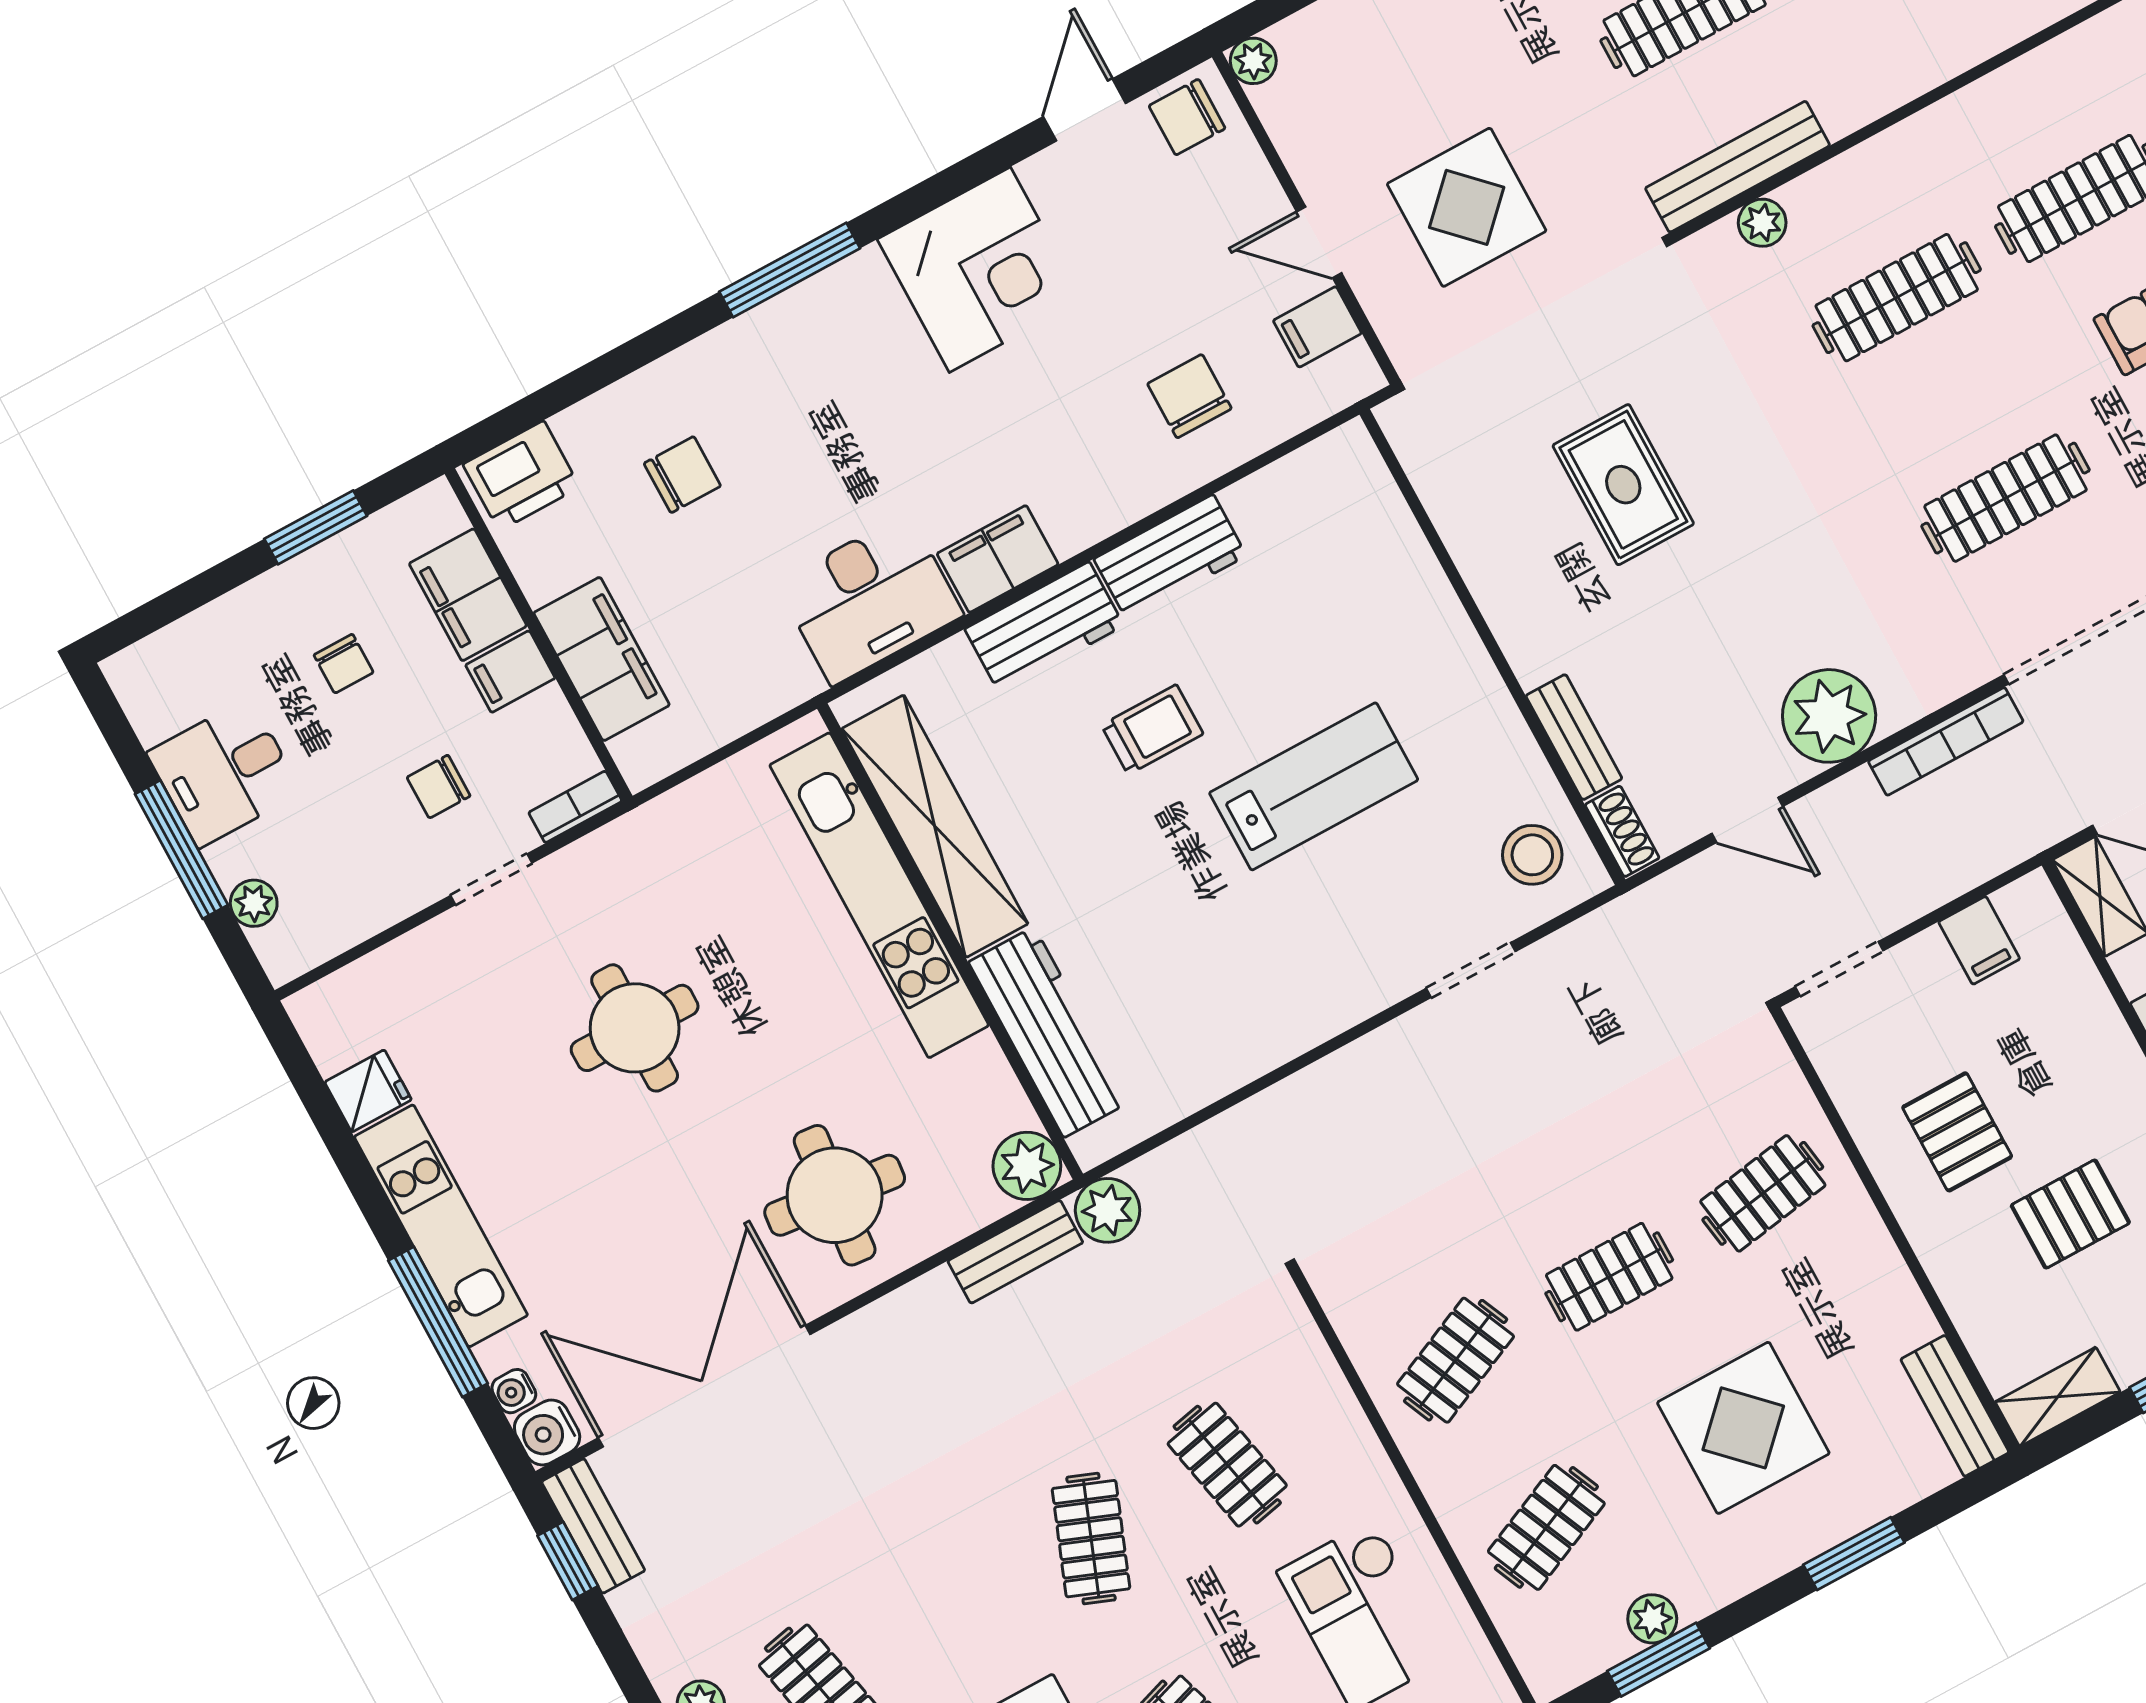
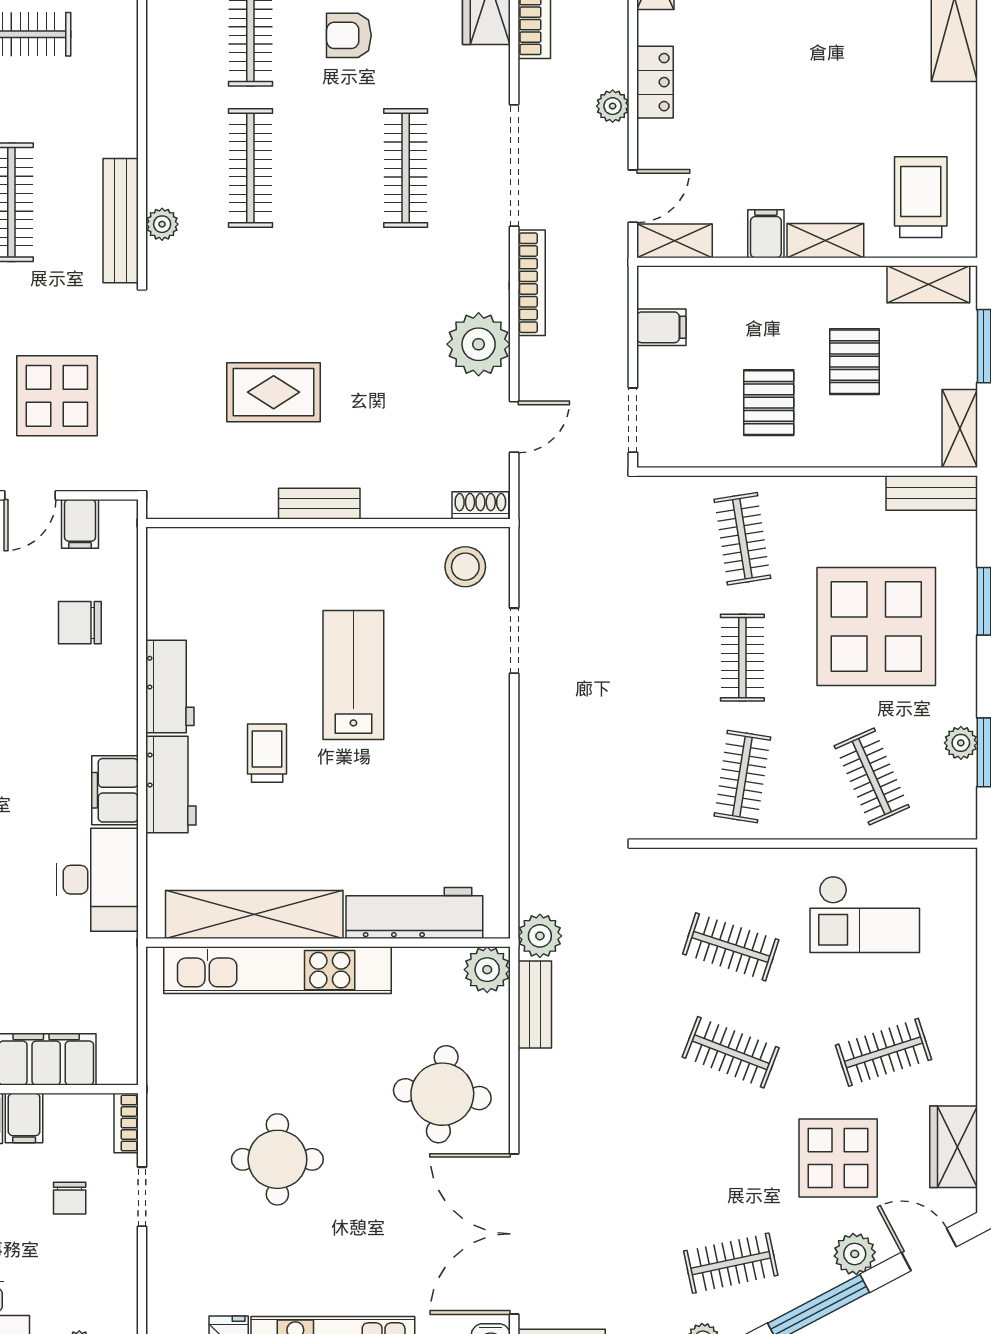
bench: (1574, 737) -> (319, 504), moved
pallet: (1957, 1132) -> (769, 403), turned 90
clothes rail: (1456, 1360) -> (742, 777), turned 33
display table: (1743, 1428) -> (876, 627), width x1.36, depth x1.36
clothes rail: (1227, 1465) -> (731, 947), turned 30

